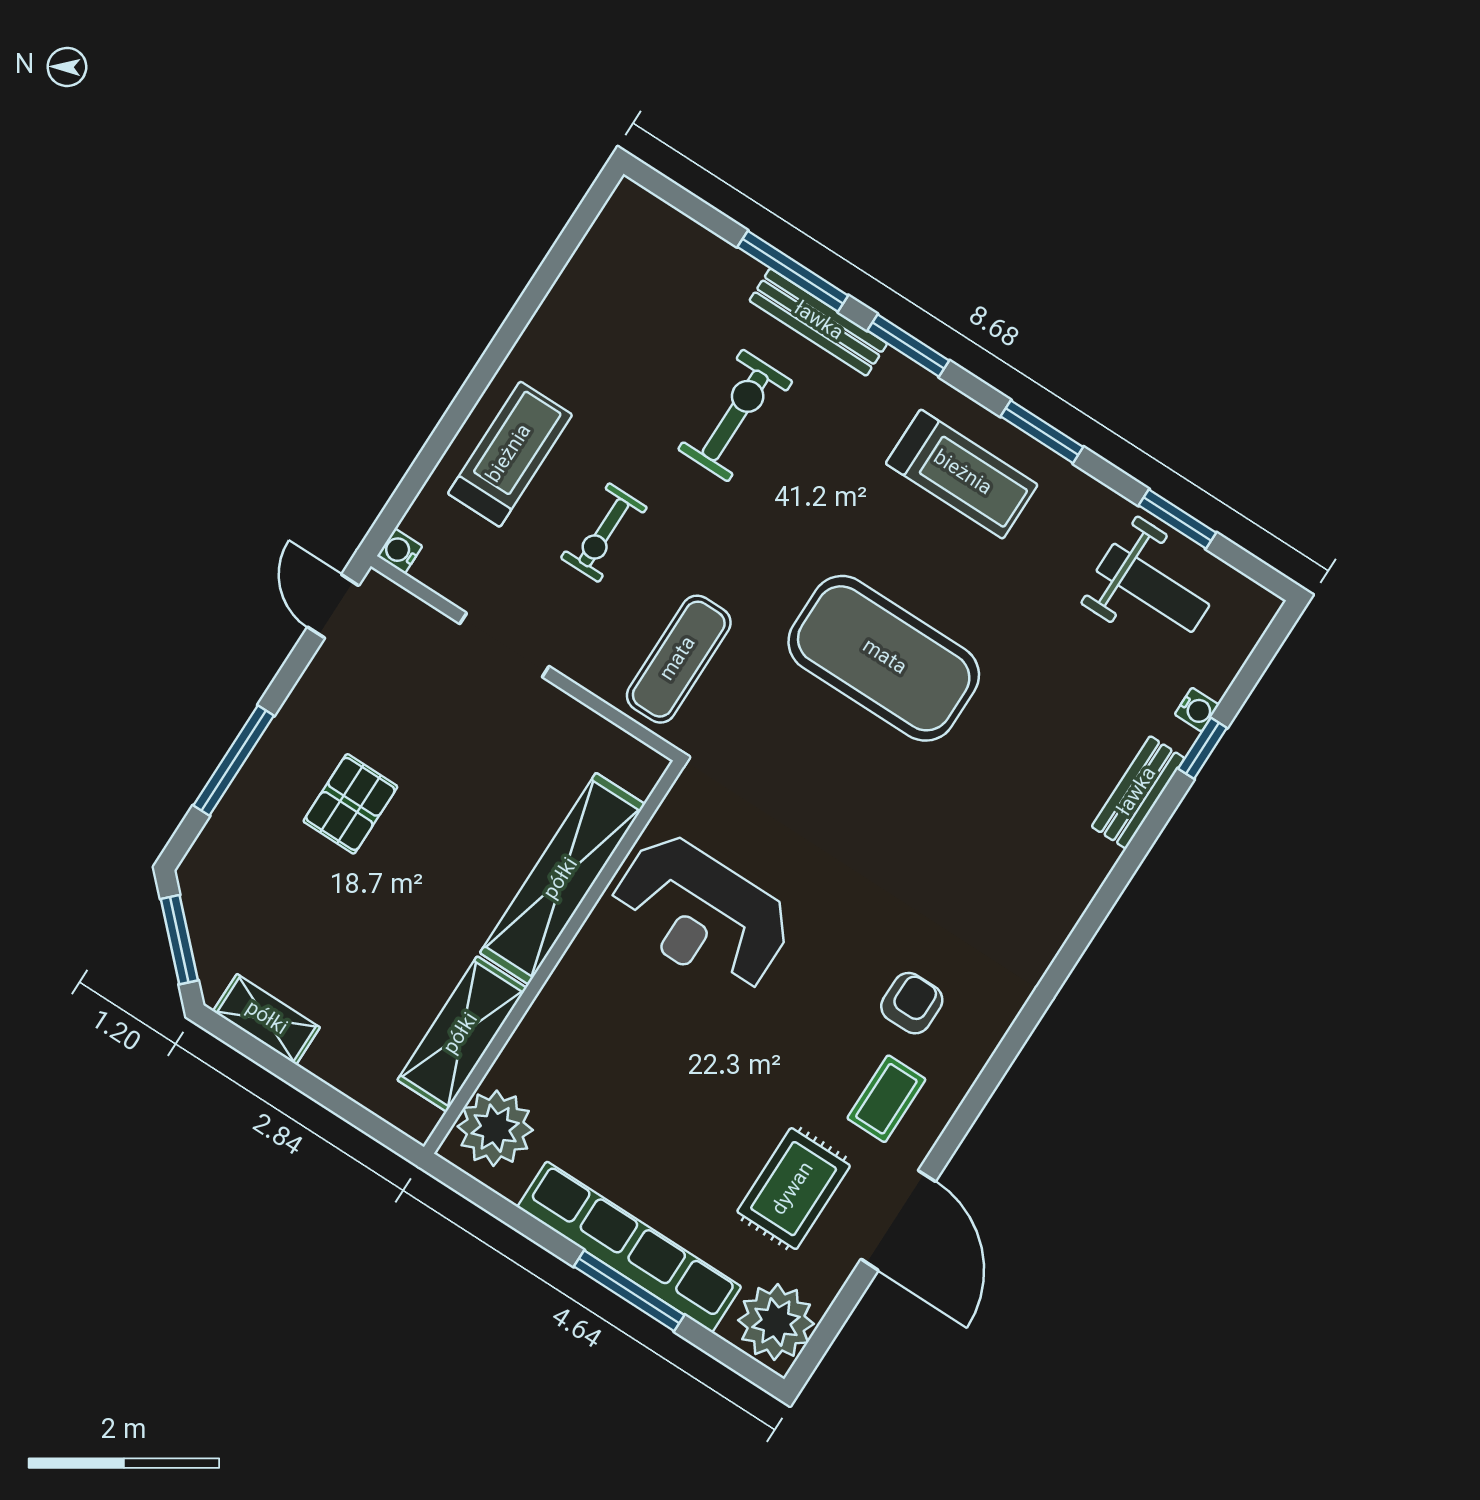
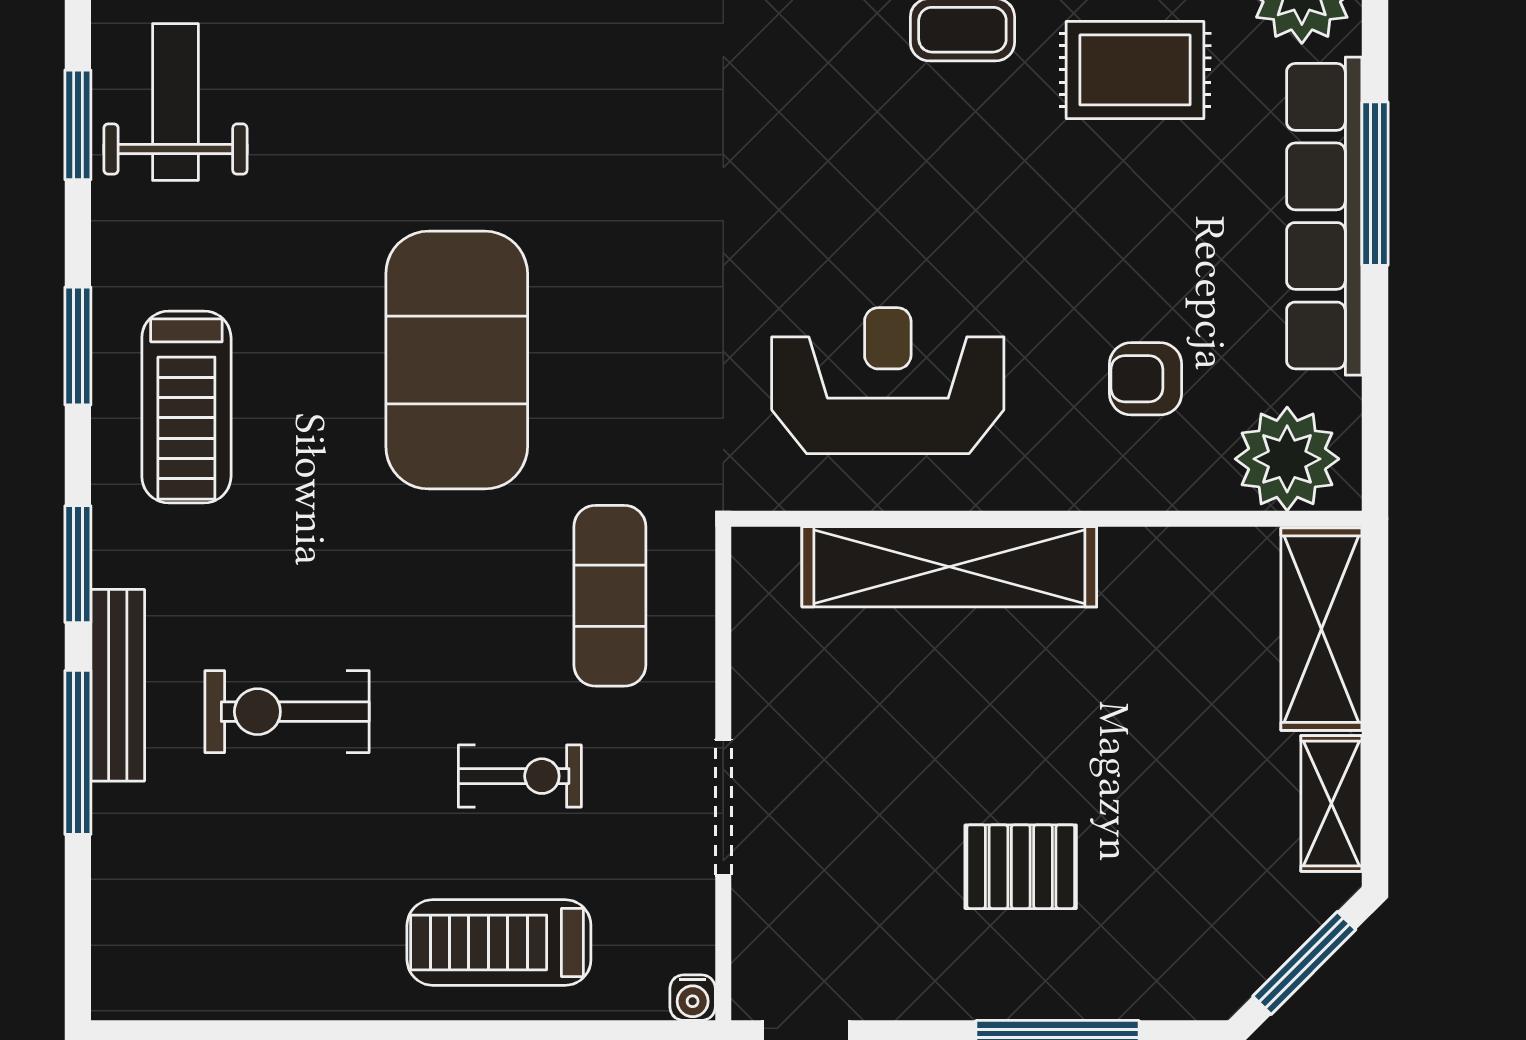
treadmill: (962, 474) -> (186, 407), turned 180
exercise mat: (679, 659) -> (610, 596), turned 90
reception desk: (701, 914) -> (888, 381), turned -90
armchair: (912, 1003) -> (1146, 379), moved
shelving: (462, 1034) -> (1321, 629), moved, turned 90

